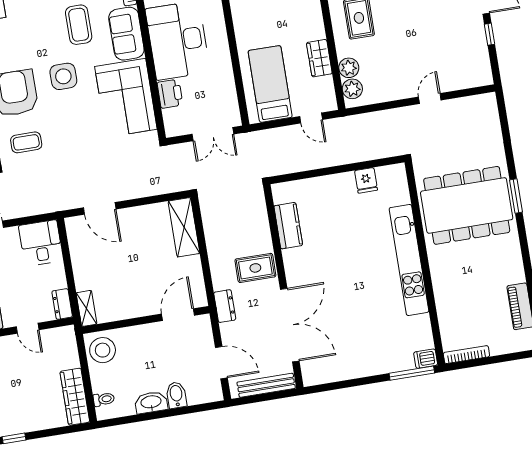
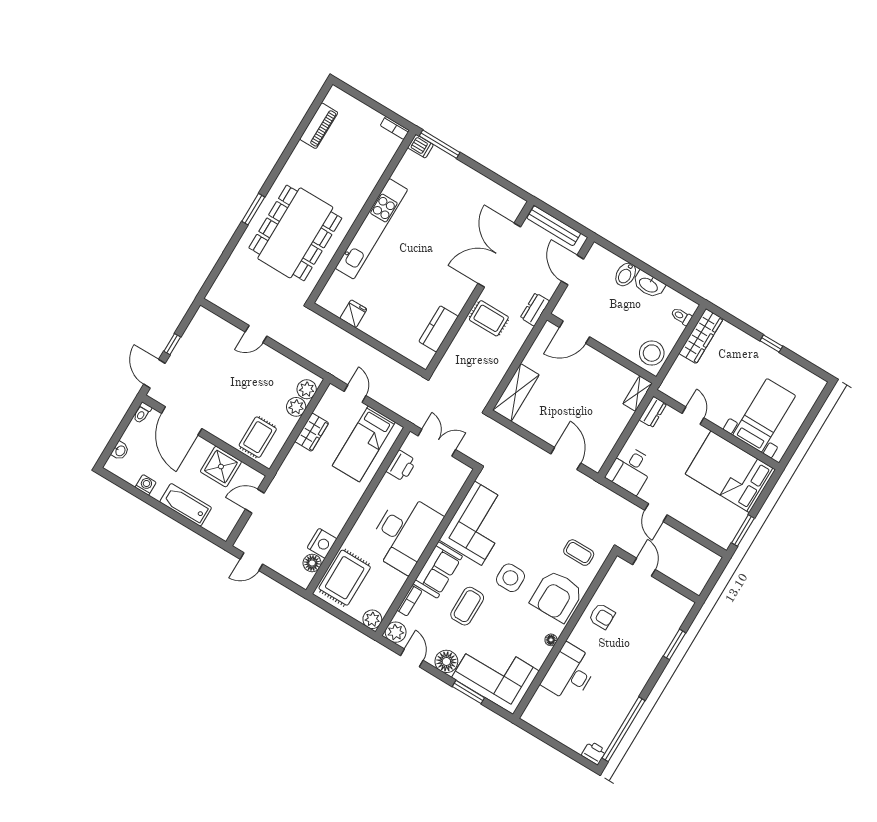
printer: (170, 94) -> (401, 466), moved, turned 180
dining table: (467, 205) -> (295, 233), turned 90
bookcase: (466, 355) -> (395, 128), width x0.64

